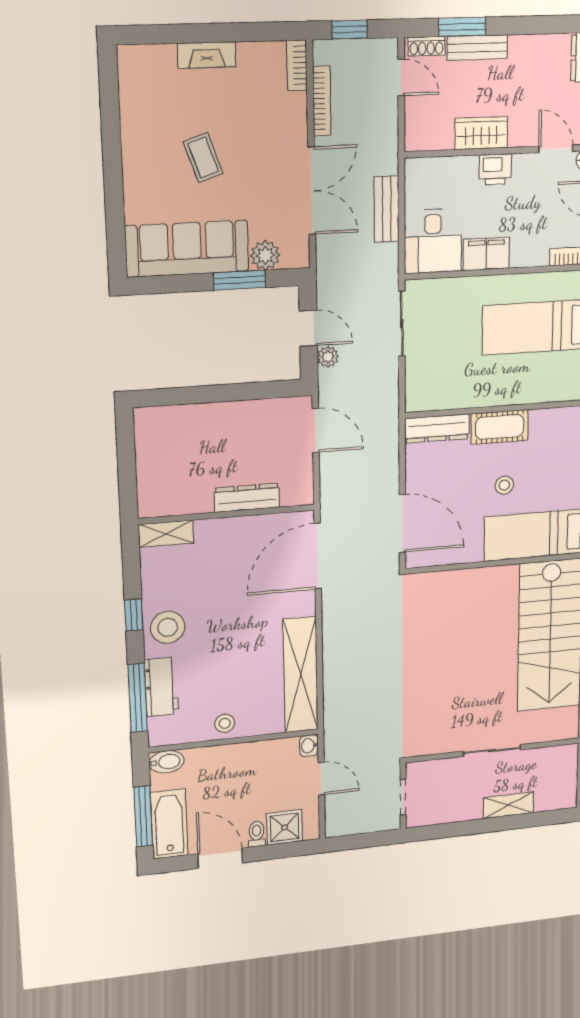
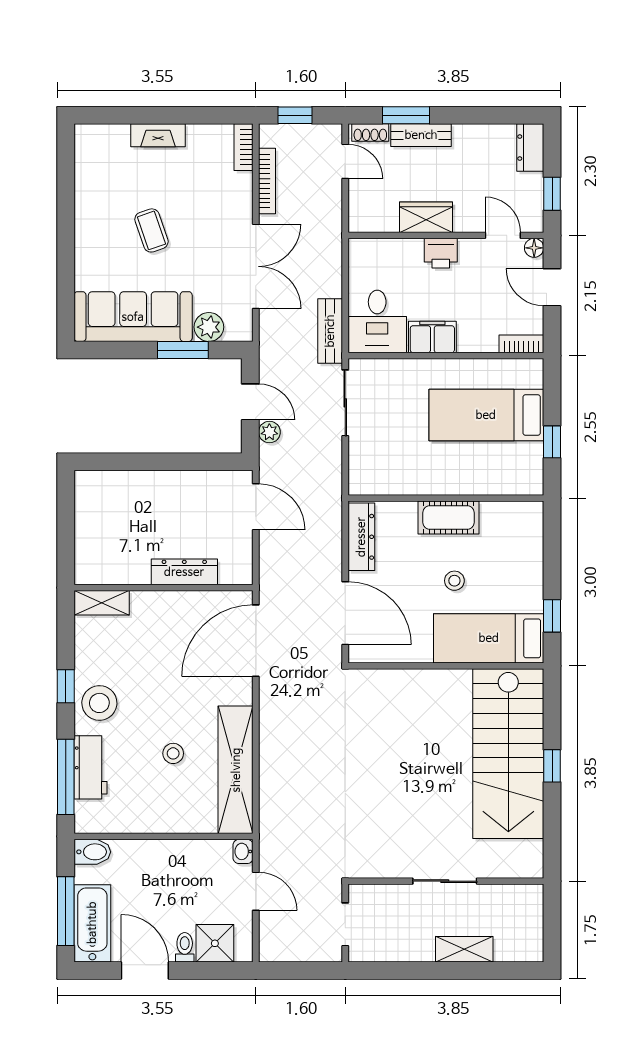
bench: (387, 209) -> (330, 331), moved
dresser: (437, 428) -> (361, 537), moved, turned -90
stool: (225, 723) -> (173, 753), moved

